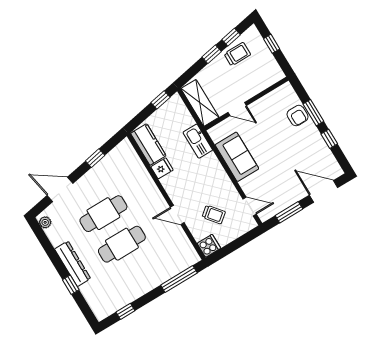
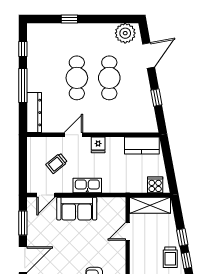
window: (161, 100) -> (171, 176), removed
kitchen sink: (198, 141) -> (87, 186), moved
sofa: (237, 157) -> (77, 209), moved
fridge: (162, 168) -> (98, 145), moved
plant: (45, 222) -> (125, 33), width x1.88, depth x1.88
cooker: (209, 246) -> (155, 185), moved, turned 180
dresser: (73, 264) -> (34, 113), moved, turned -90
window: (179, 279) -> (23, 85), moved

